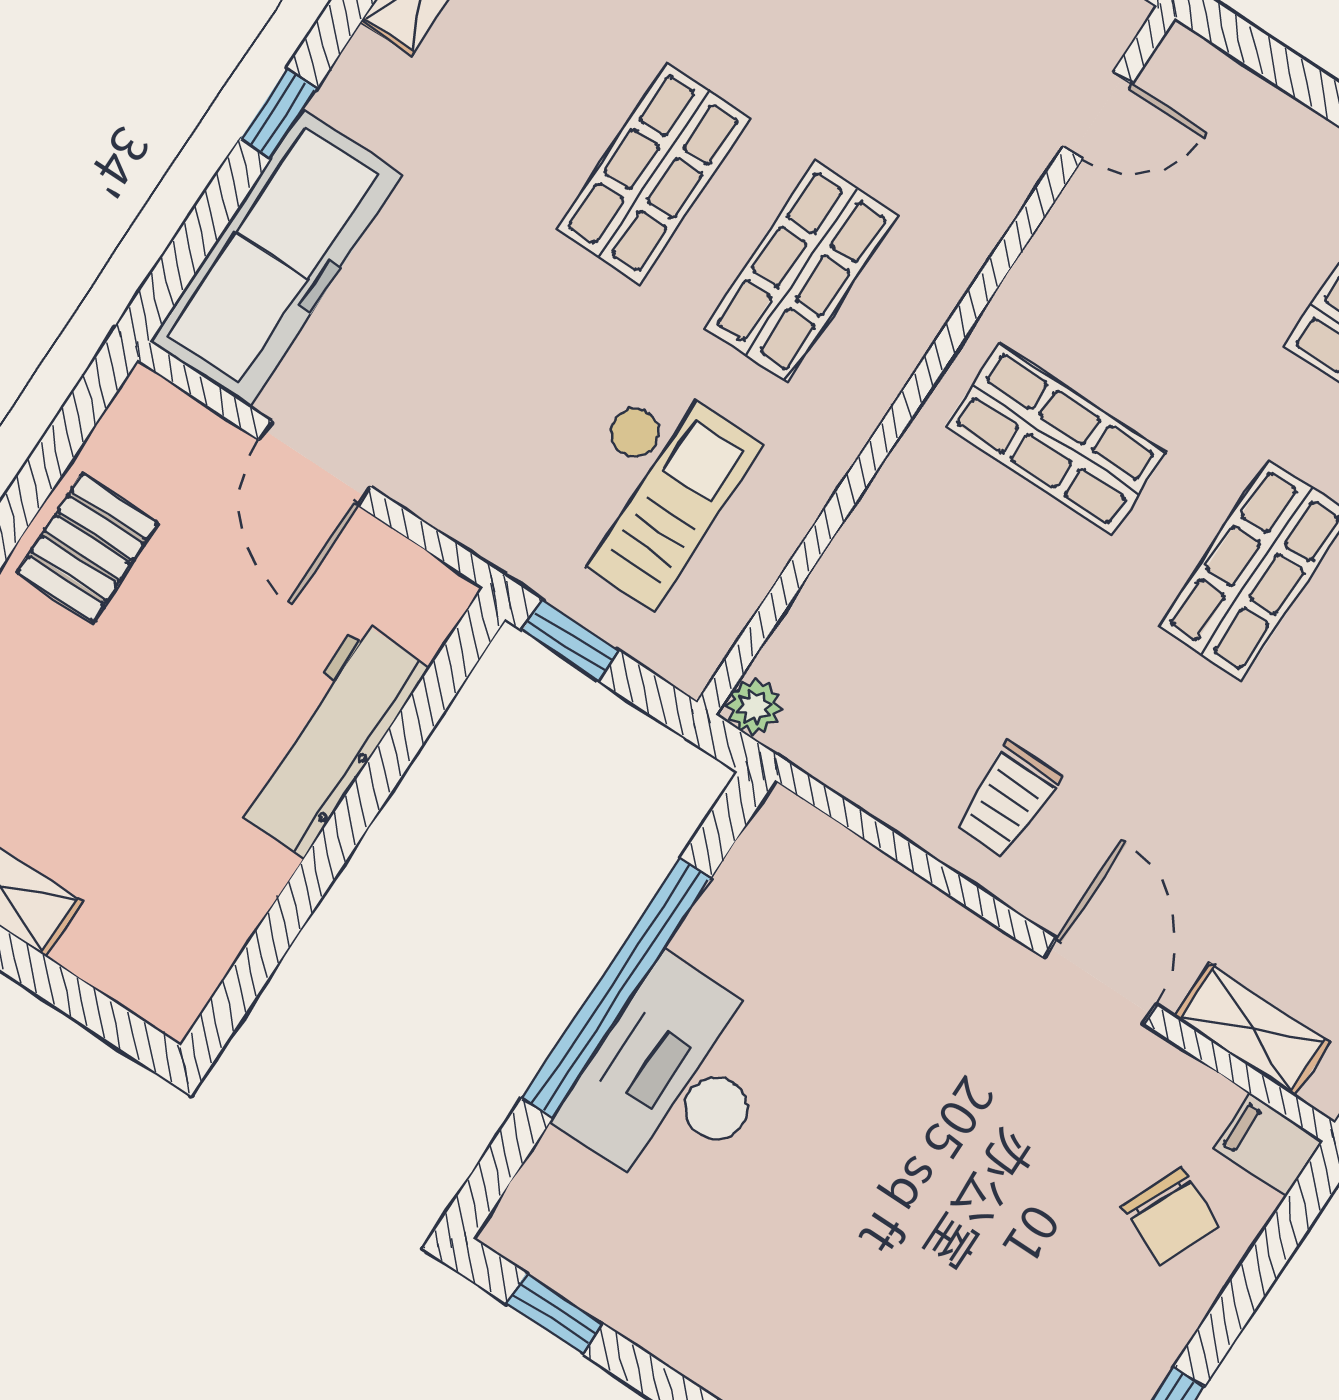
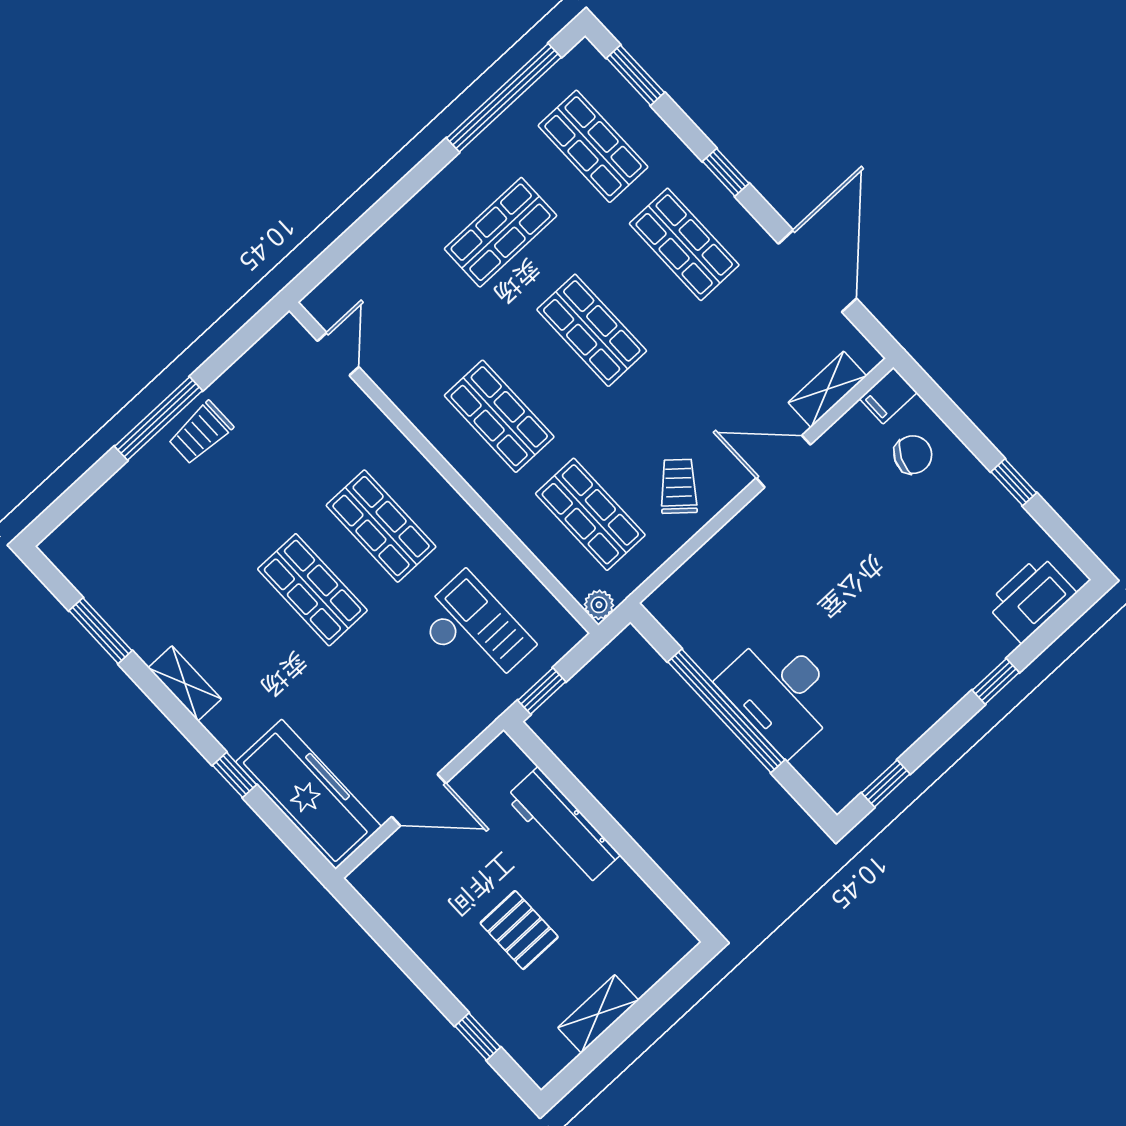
shop shelf: (1056, 439) -> (499, 416), turned 90
pallet: (87, 548) -> (519, 930), moved
shop shelf: (916, 650) -> (590, 514), added
trolley: (1007, 800) -> (679, 486), turned -139

